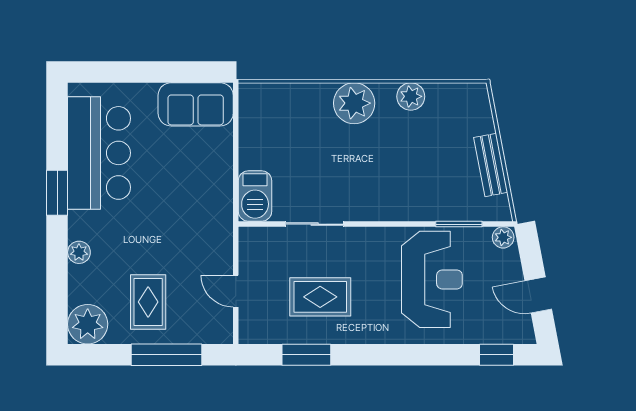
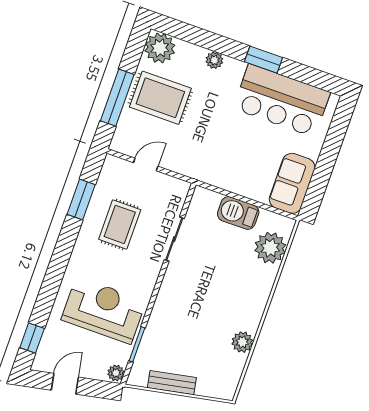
plant: (354, 103) -> (270, 248), moved
barbecue: (255, 196) -> (238, 213), moved
reception desk: (432, 279) -> (104, 310), turned 180
rug: (148, 302) -> (160, 98), width x1.36, depth x1.43

